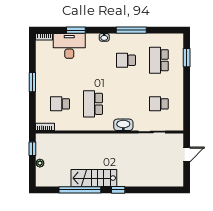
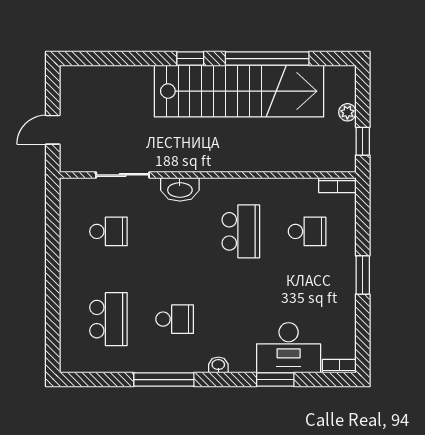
window: (187, 58) -> (53, 324), removed
stairs: (94, 178) -> (239, 91), width x1.86, depth x1.51

